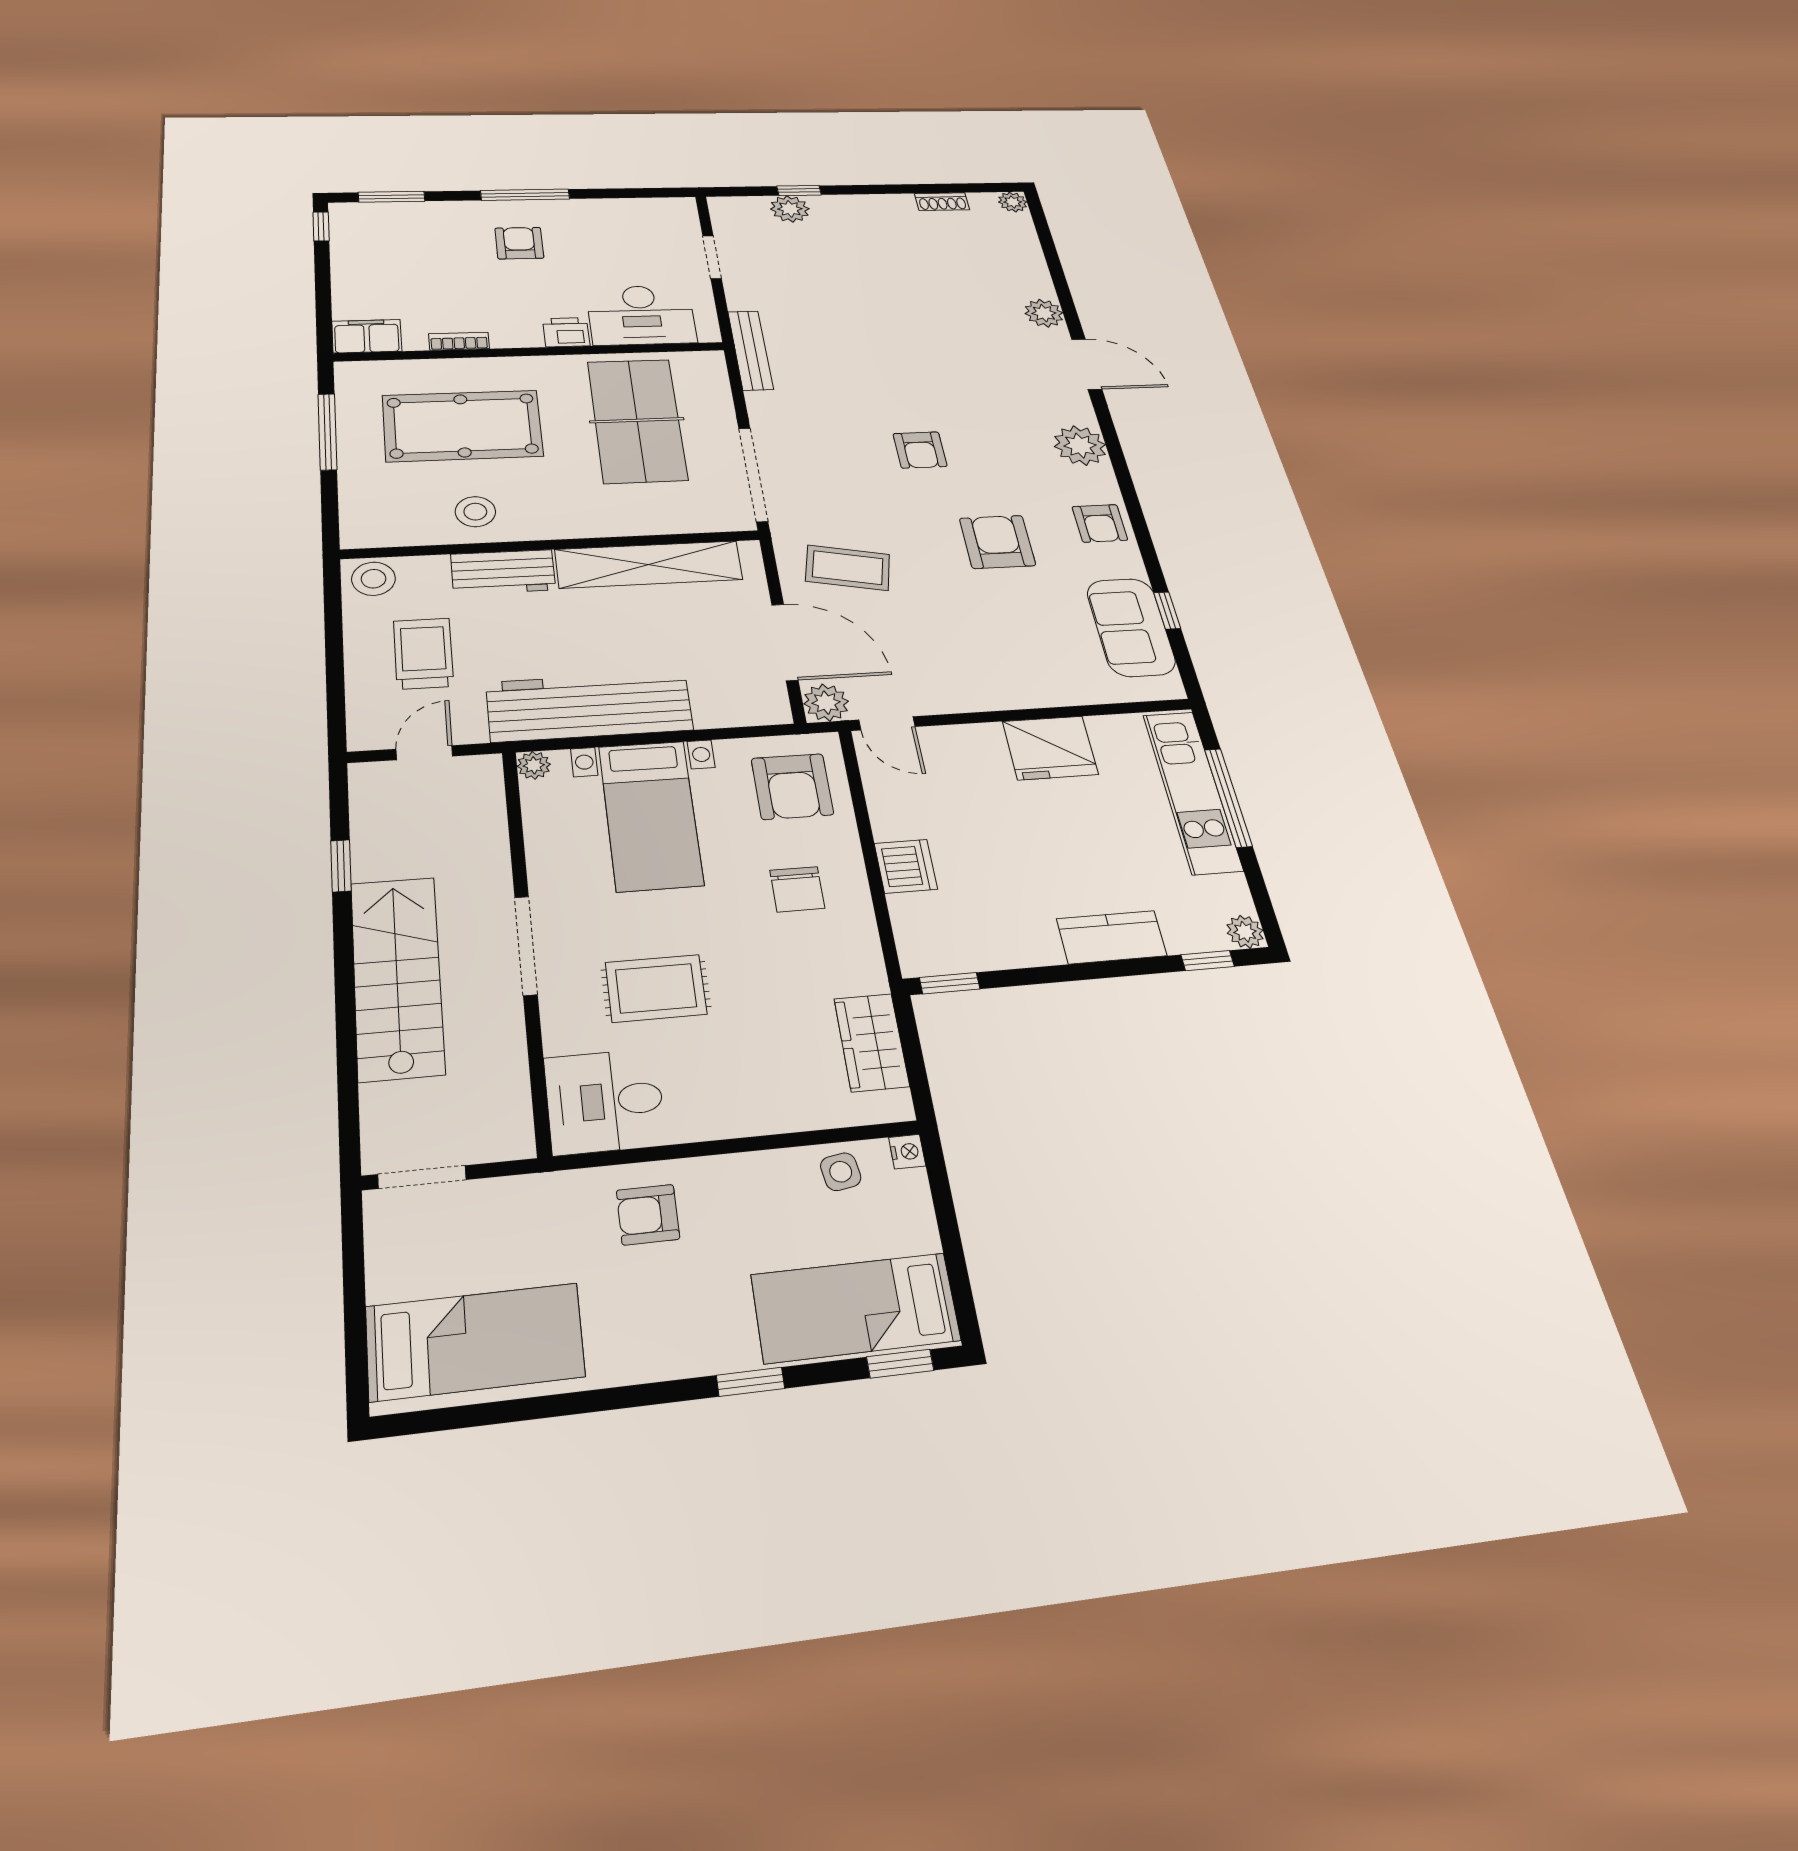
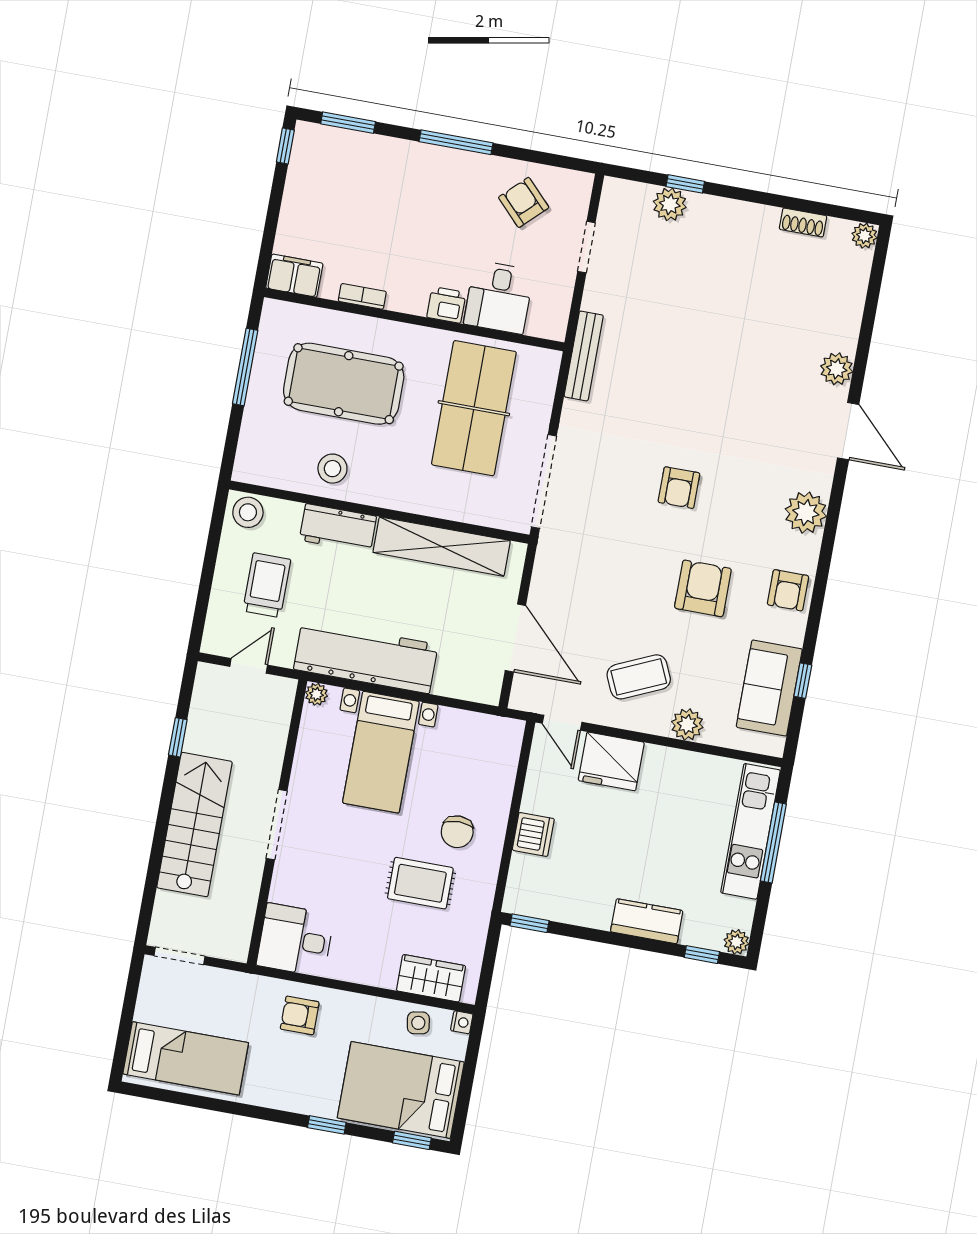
armchair: (519, 243) -> (524, 202), moved, turned -44
desk: (641, 315) -> (499, 297), width x0.73
coffee table: (848, 568) -> (639, 677), moved, turned -36
plant: (826, 703) -> (687, 725), moved
fridge: (1050, 748) -> (611, 761), moved
armchair: (792, 786) -> (480, 755), removed
rug: (656, 988) -> (420, 883), moved
wardrobe: (872, 1042) -> (431, 978), moved, turned 90
bed: (856, 1308) -> (401, 1090), width x1.50

